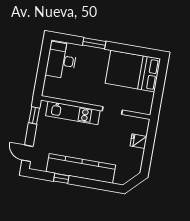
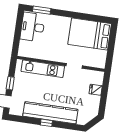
window: (94, 43) -> (42, 10), moved
window: (34, 115) -> (10, 83), moved
window: (61, 178) -> (46, 123), moved

